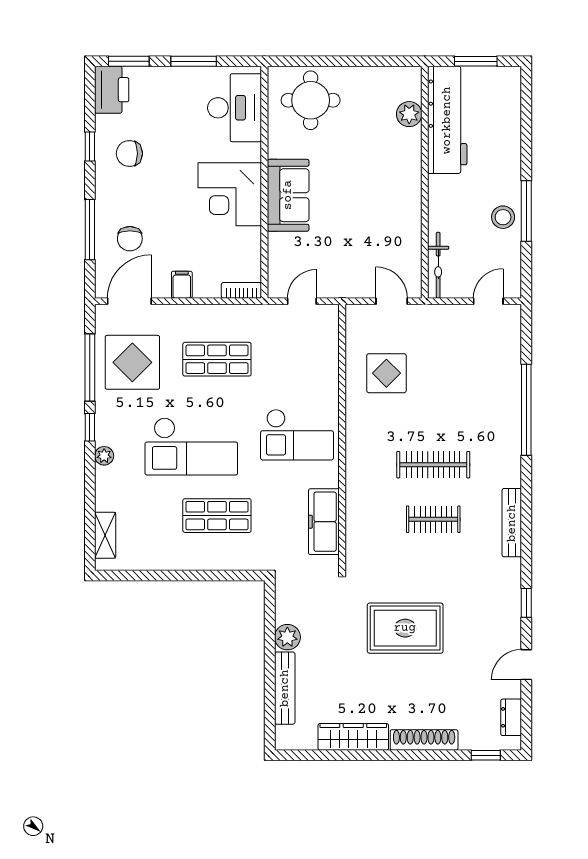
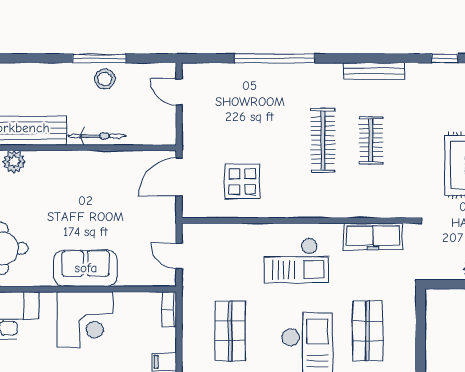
bicycle: (438, 265) -> (97, 136), moved
door: (392, 301) -> (179, 177), width x1.38
checkout: (297, 435) -> (296, 260), turned 90

